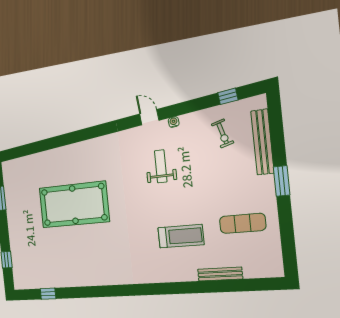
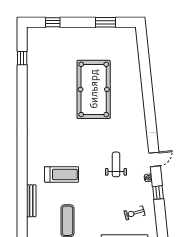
window: (228, 96) -> (158, 193), moved
weight bench: (161, 166) -> (116, 164), turned -90
treadmill: (181, 236) -> (62, 174), turned -90

